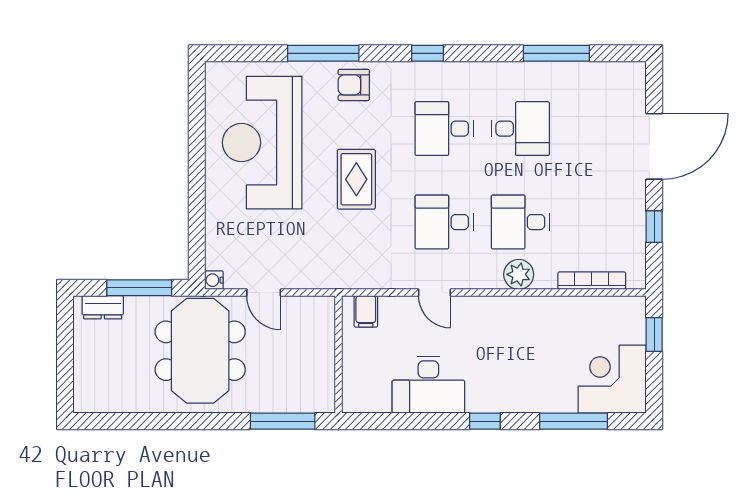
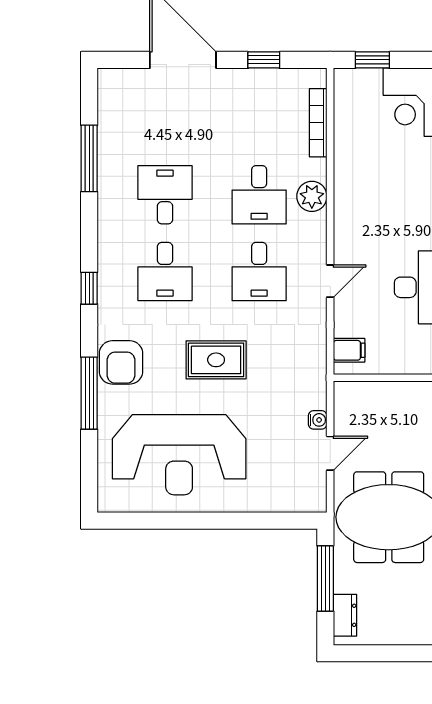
armchair: (354, 85) -> (121, 362), width x1.38, depth x1.38
water cooler: (214, 280) -> (318, 420), moved, turned -90

